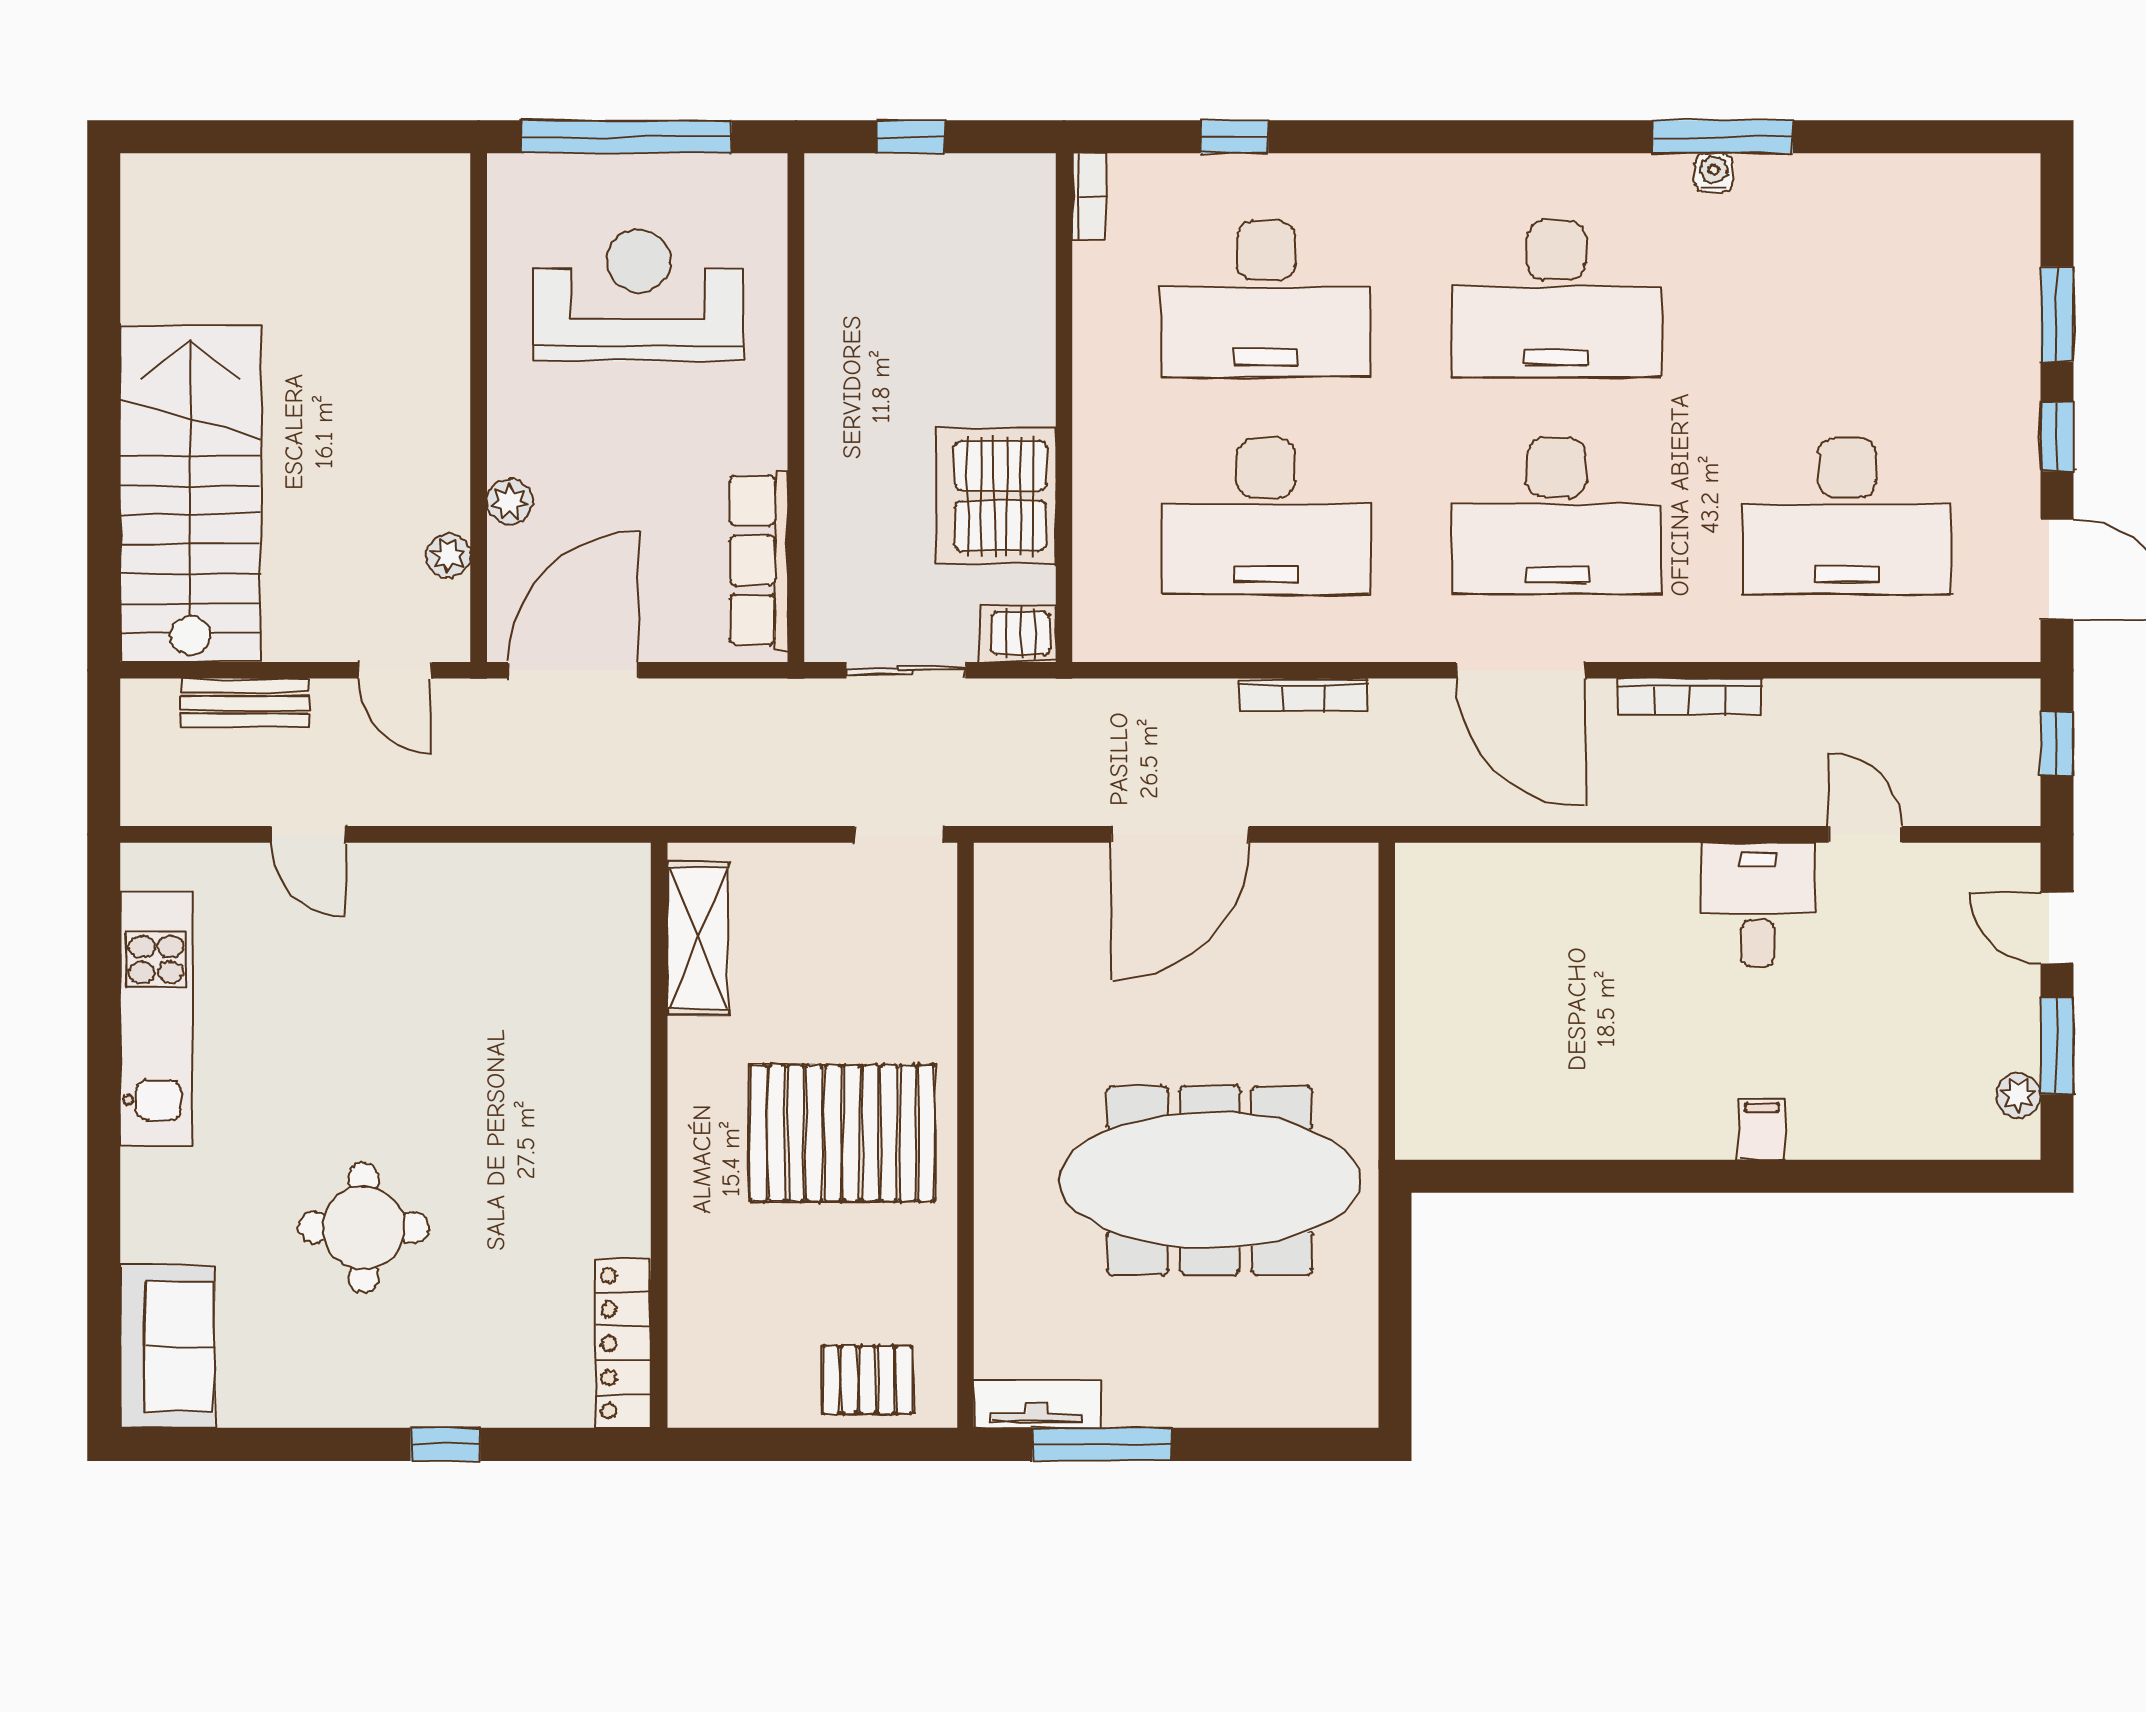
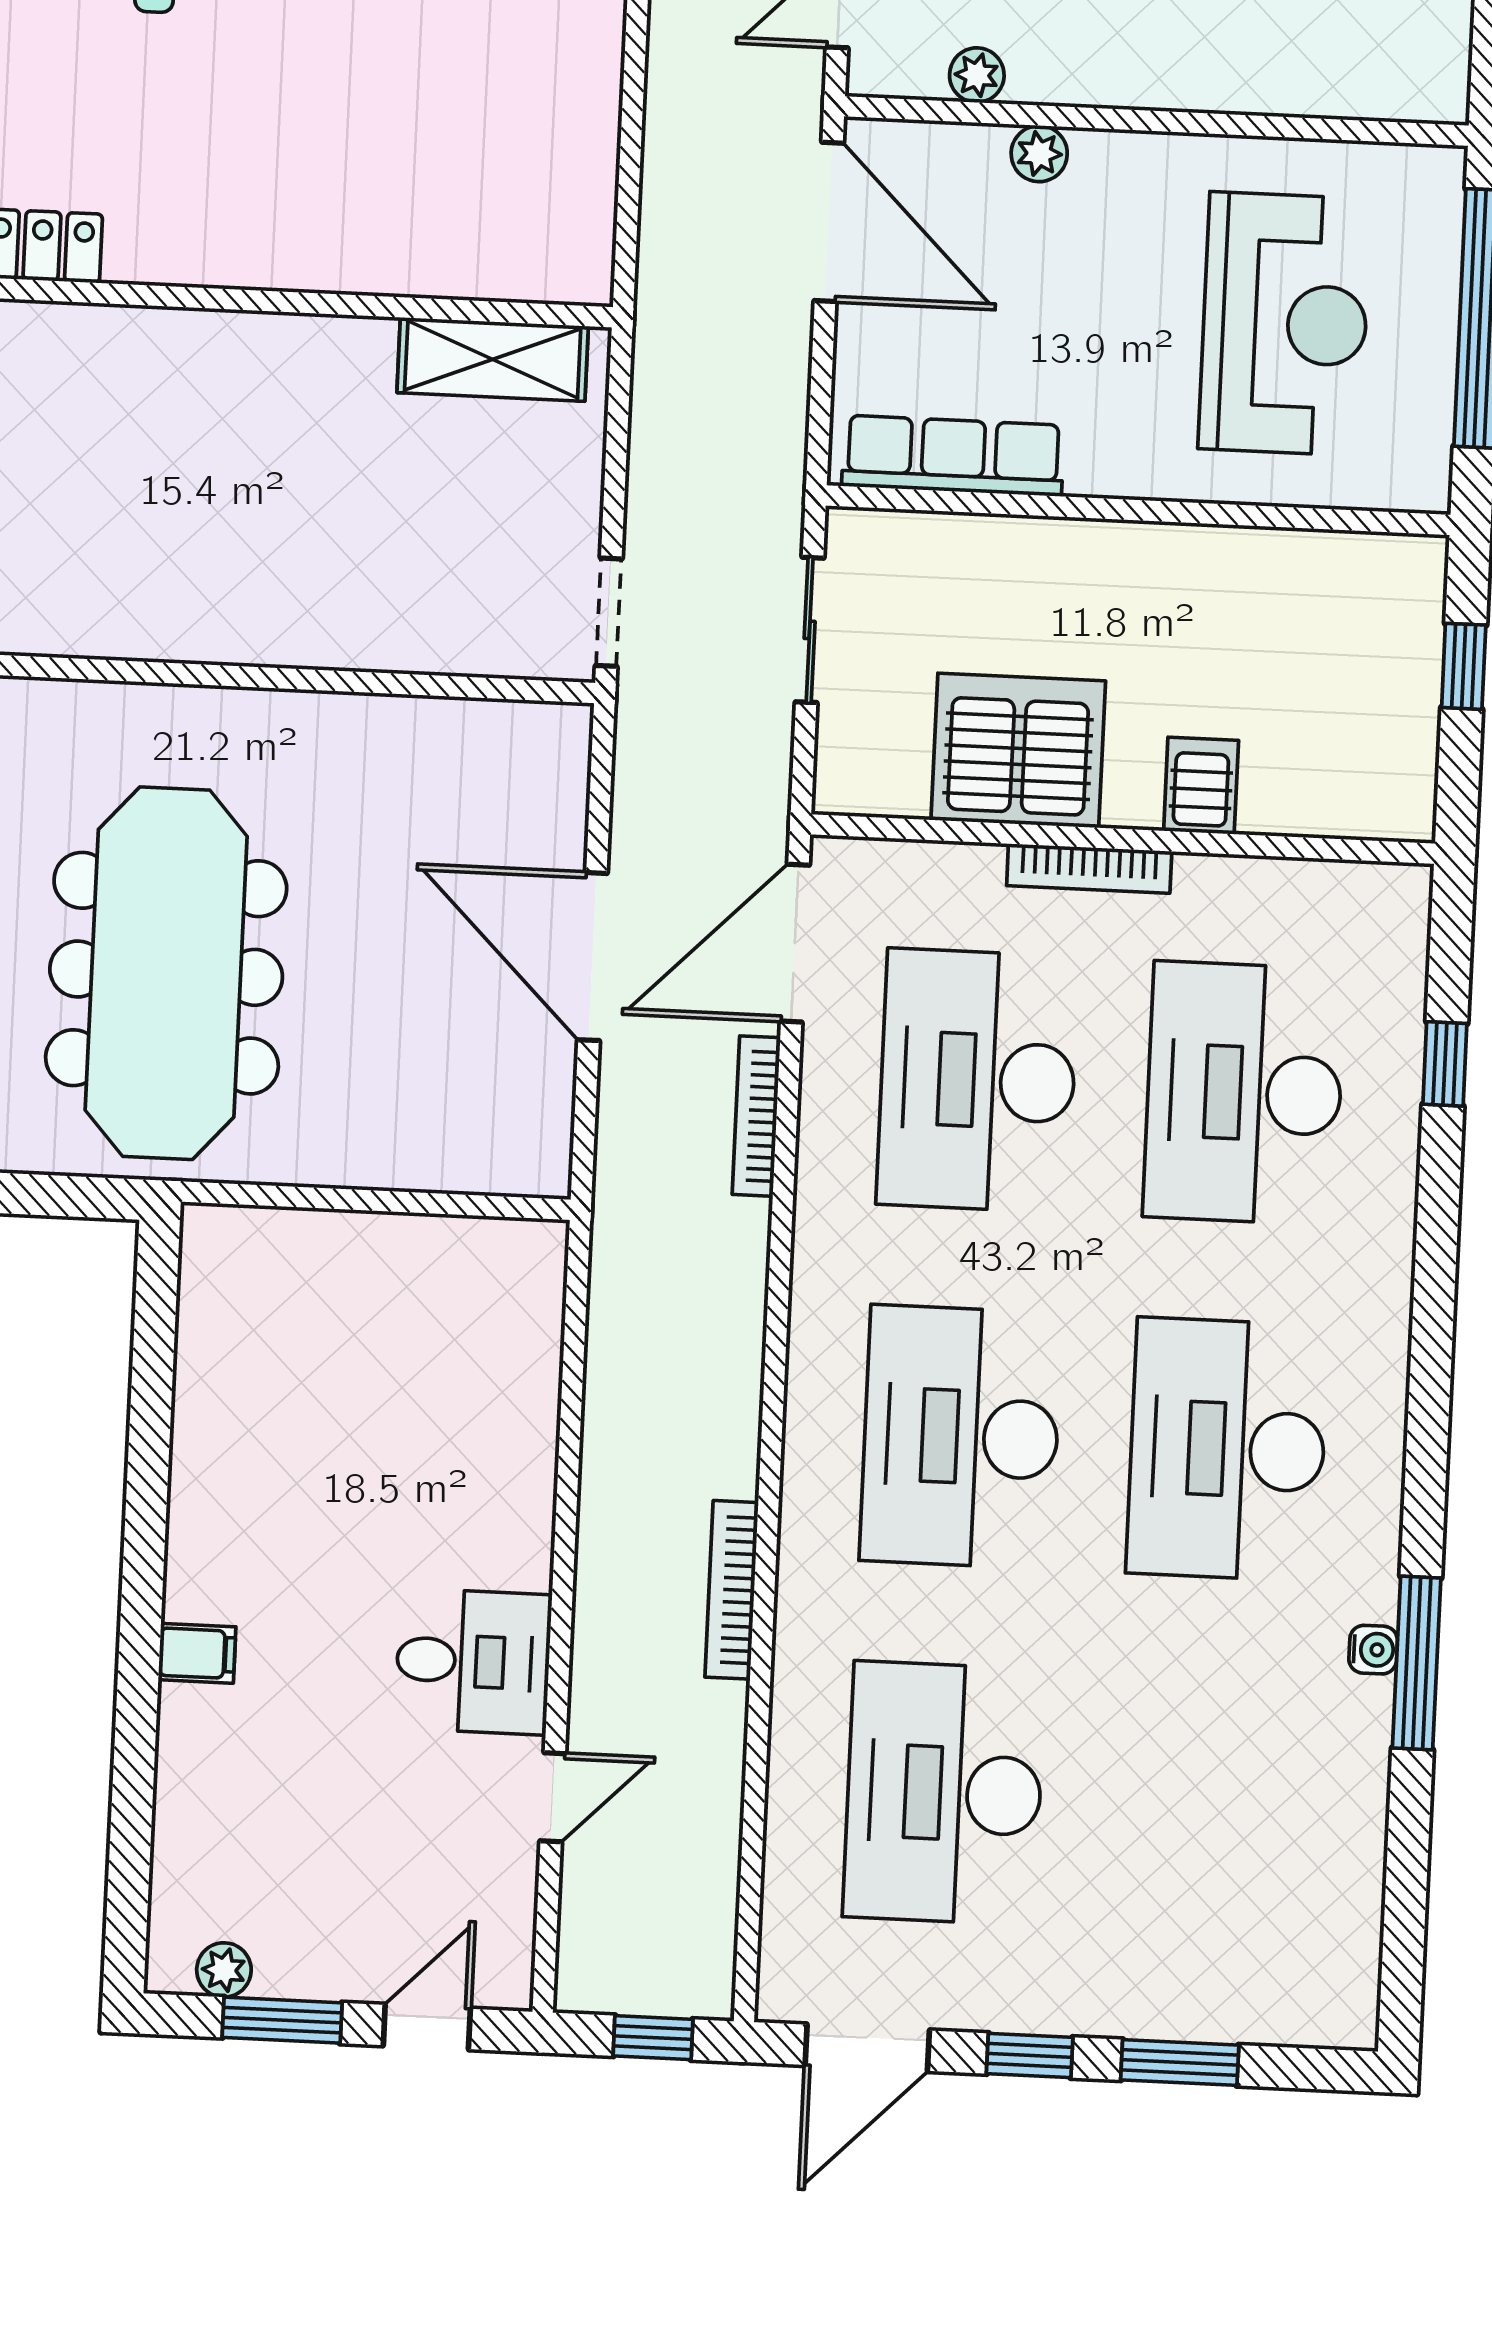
bookcase: (1089, 196) -> (1089, 869), moved, width x1.56
server rack: (1018, 633) -> (1201, 786), moved
door: (1521, 670) -> (795, 943), moved
pallet: (842, 1133) -> (246, 525), removed

